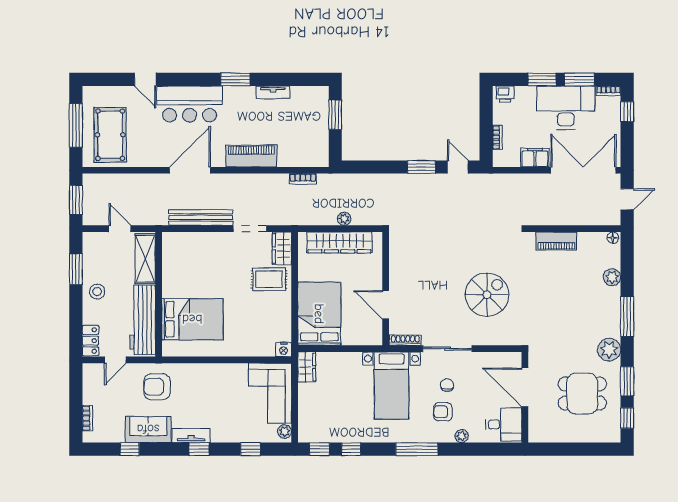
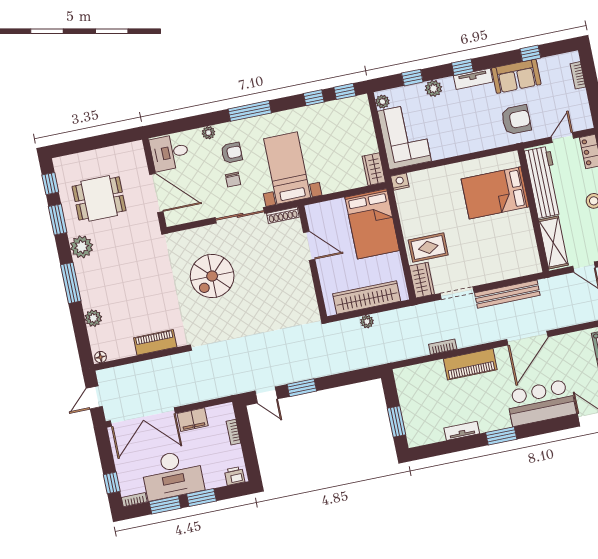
bookcase: (303, 179) -> (443, 347), moved
plant: (232, 434) -> (434, 88), added

